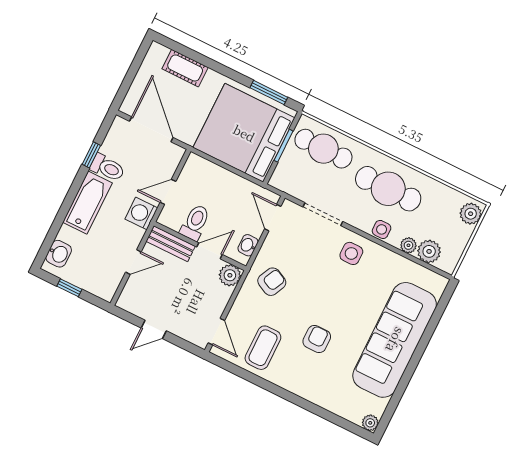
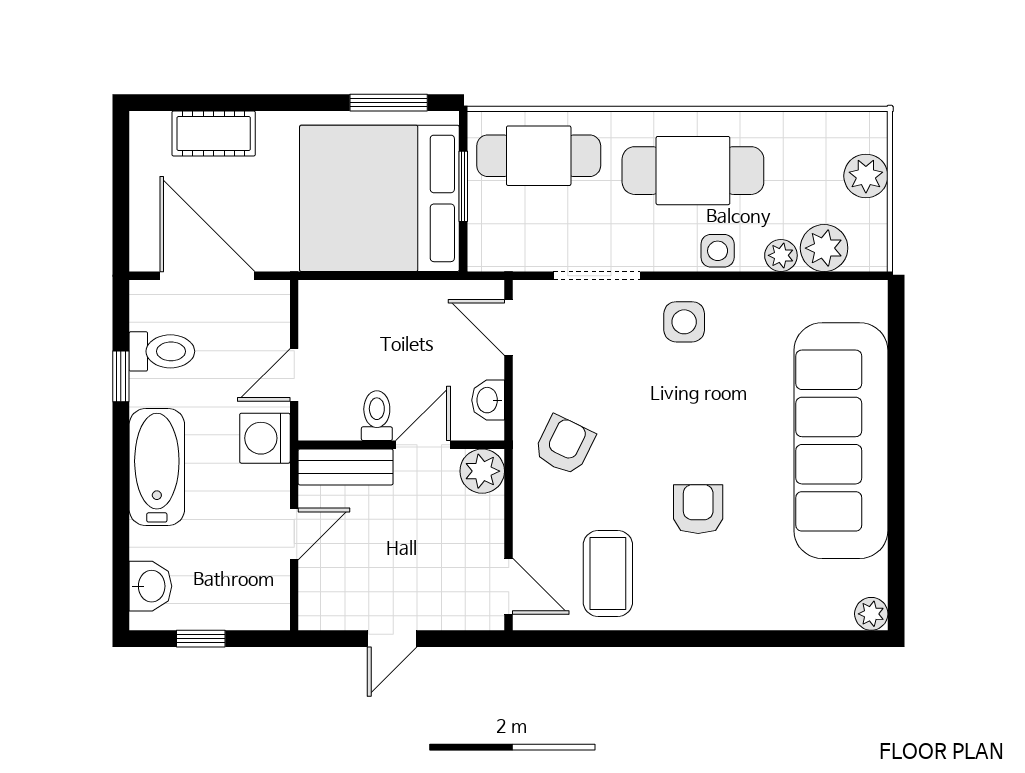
toilet: (107, 168) -> (162, 351), moved
plant: (471, 214) -> (866, 176), moved
toilet: (195, 222) -> (377, 416), width x0.73, depth x0.72

